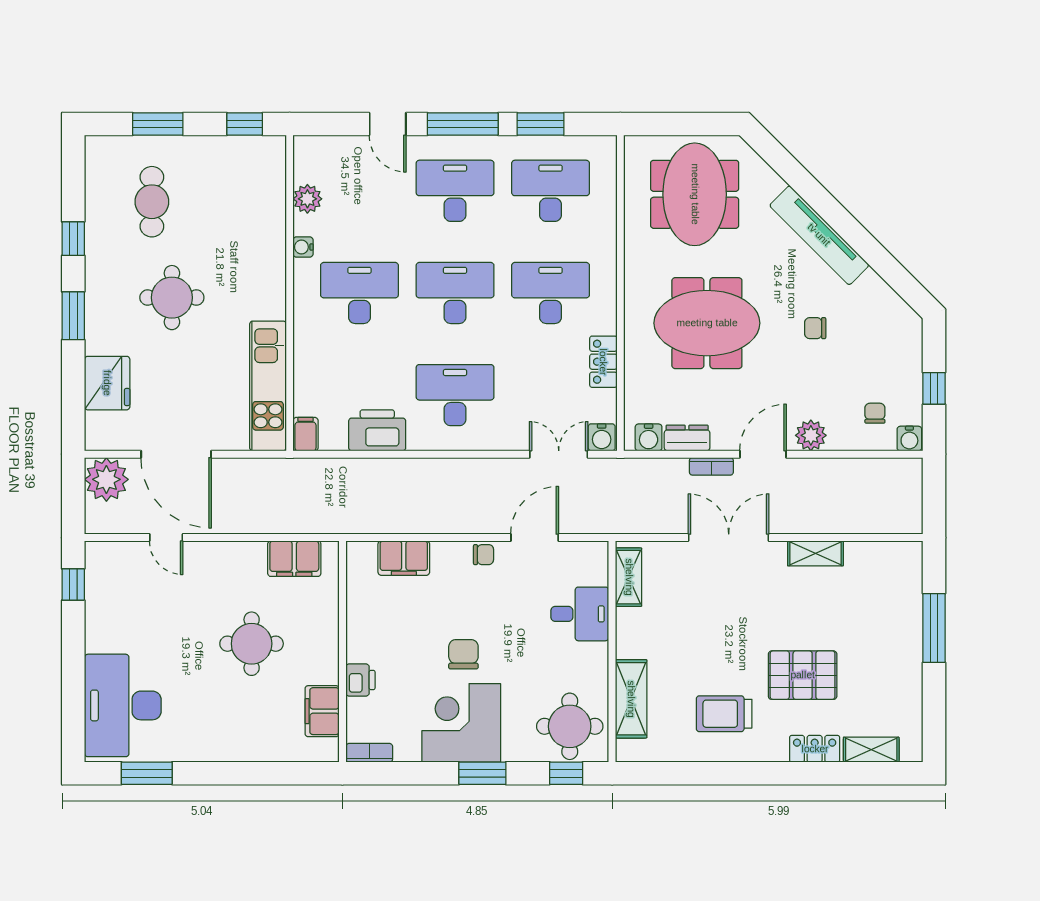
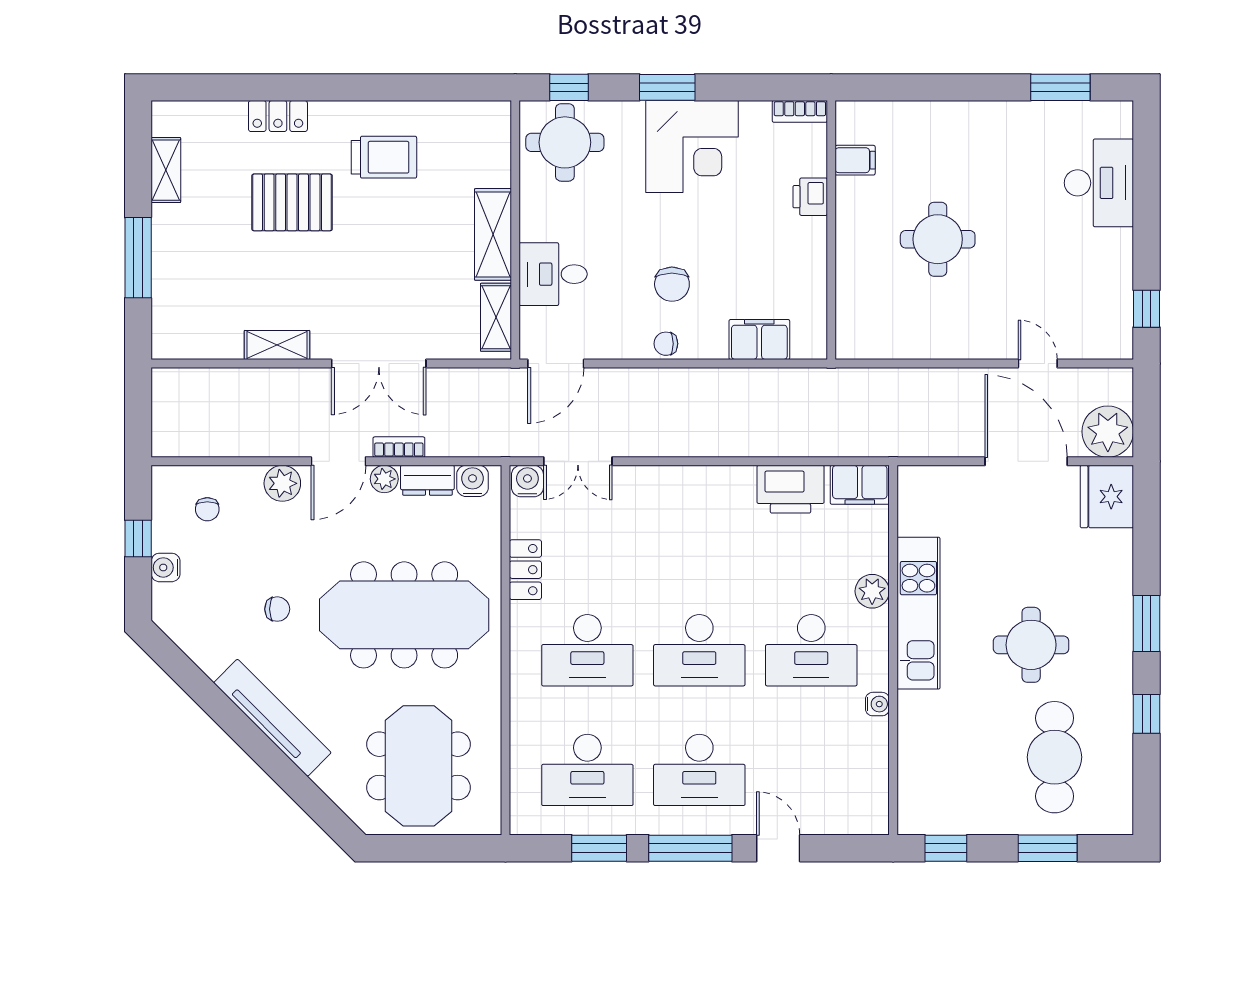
plant: (307, 199) -> (872, 591), moved
cafe table: (152, 202) -> (1055, 757), width x1.37, depth x1.35
meeting table: (707, 323) -> (404, 615), width x1.36
fridge: (107, 383) -> (1107, 497), moved
kitchen unit: (268, 386) -> (918, 613), moved
desk: (455, 395) -> (699, 530), removed
filing cabinet: (305, 434) -> (860, 485), width x2.00
plant: (724, 439) -> (384, 479), added
water cooler: (909, 439) -> (166, 567), moved, turned -90
door: (535, 538) -> (556, 364), moved
filing cabinet: (294, 559) -> (888, 339), removed
chair: (463, 654) -> (672, 284), moved
shelving: (631, 699) -> (493, 234), moved
desk: (123, 705) -> (1099, 183), width x0.73, depth x0.77
filing cabinet: (322, 711) -> (855, 160), width x0.50
shelving: (871, 750) -> (166, 170), moved, turned 90

